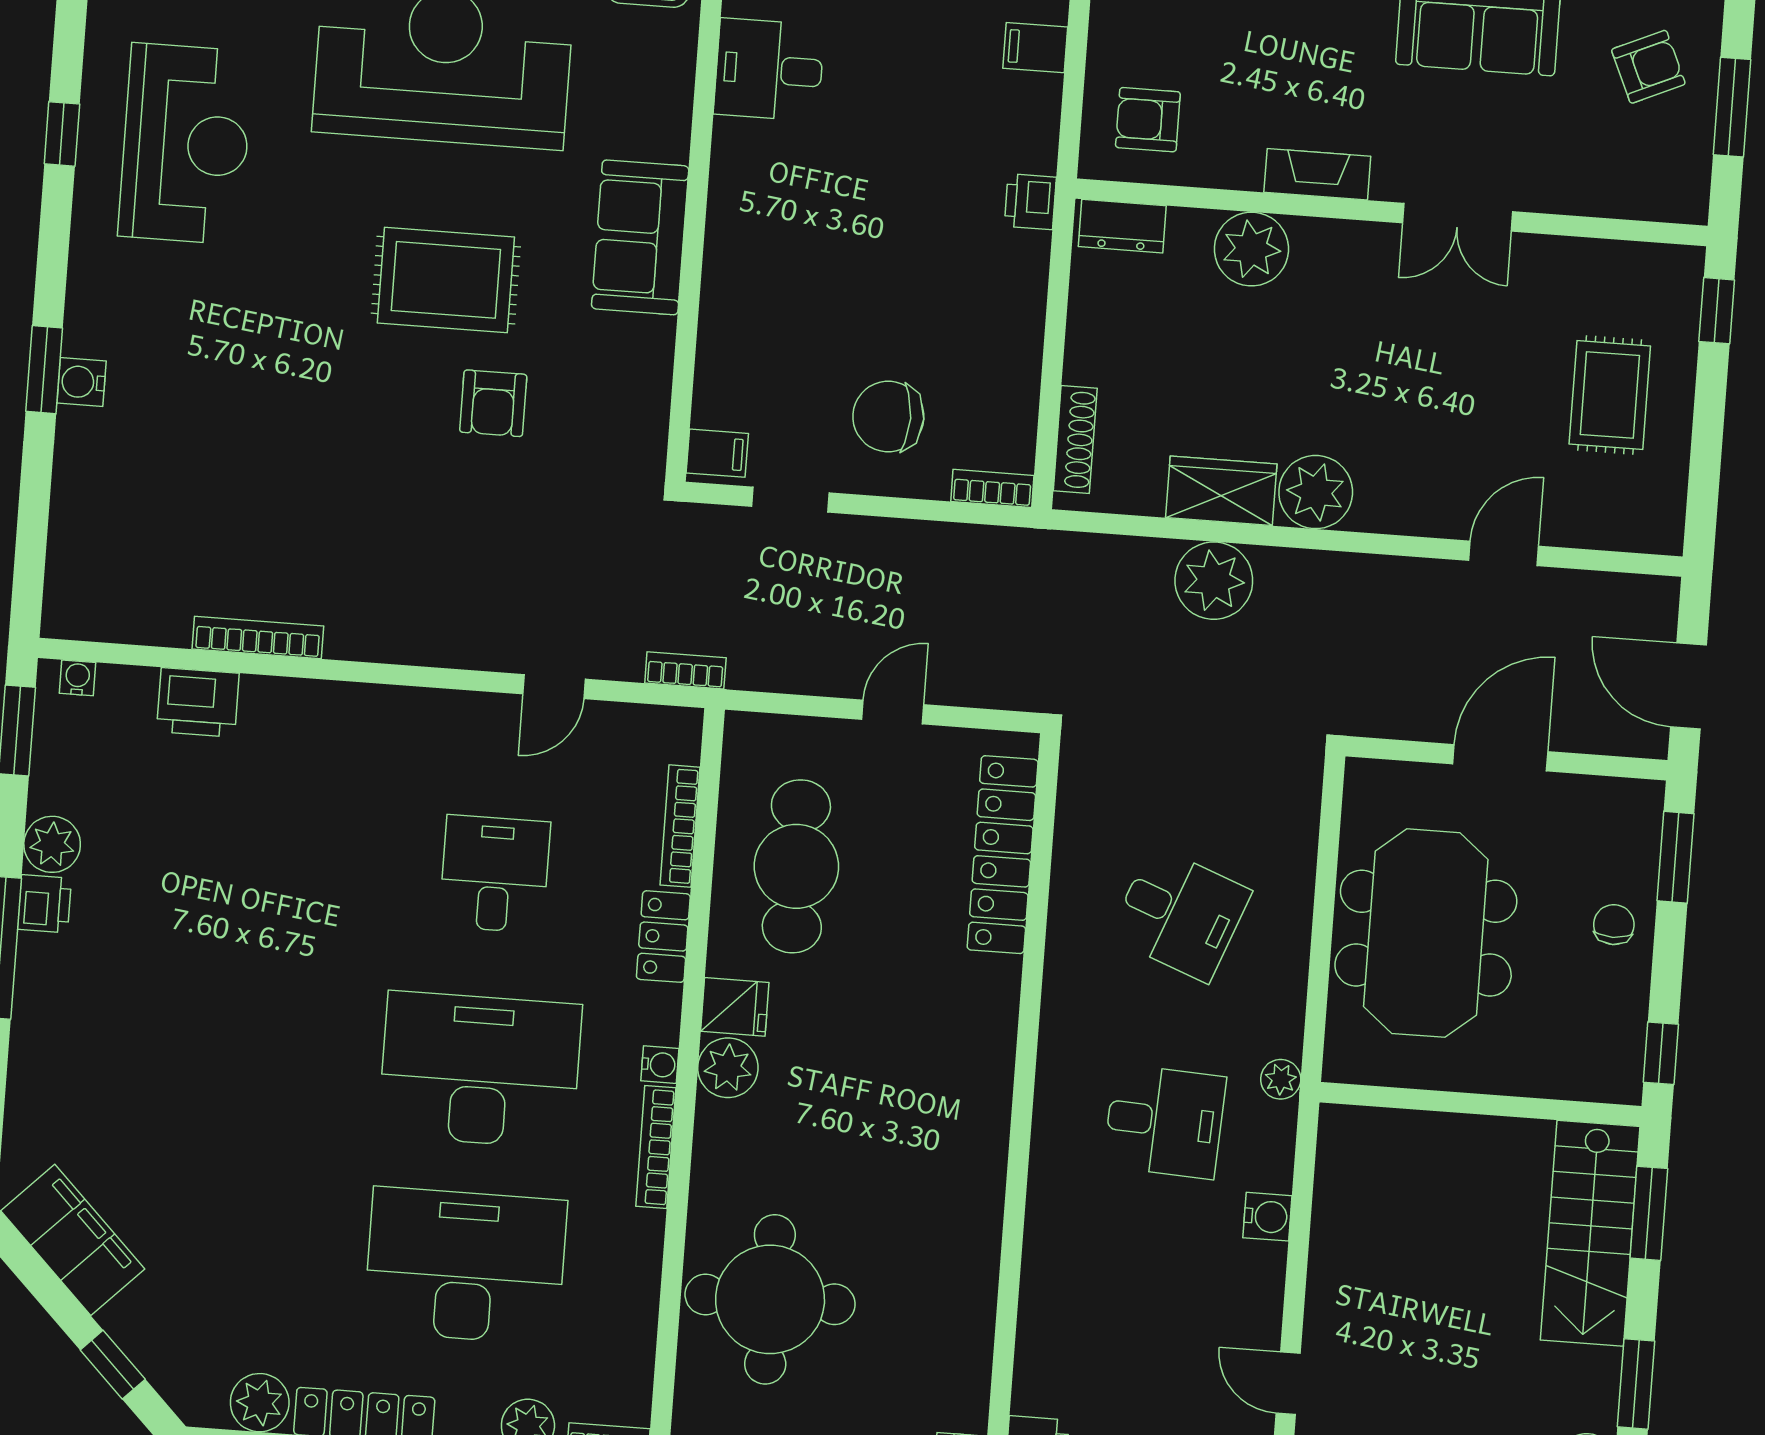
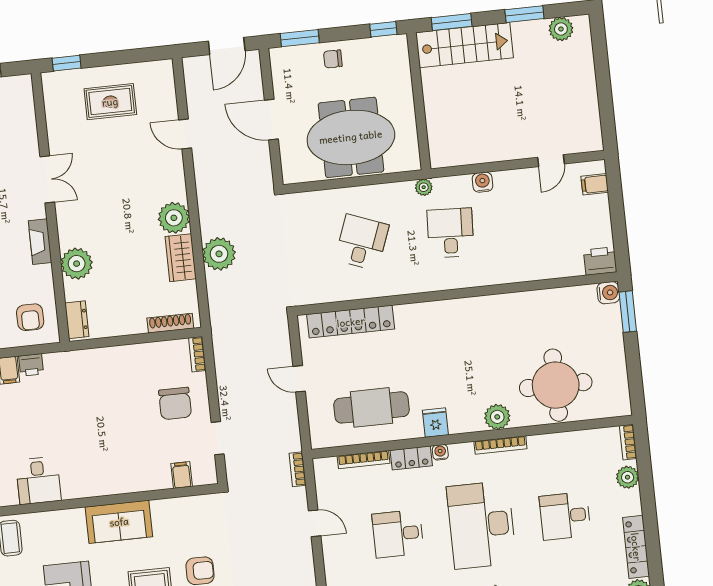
printer: (1030, 202) -> (31, 365), moved
filing cabinet: (717, 453) -> (182, 475), moved
water cooler: (660, 1065) -> (440, 452), moved
plant: (728, 1068) -> (497, 417), moved
desk: (465, 1266) -> (565, 516), width x0.53, depth x0.77

